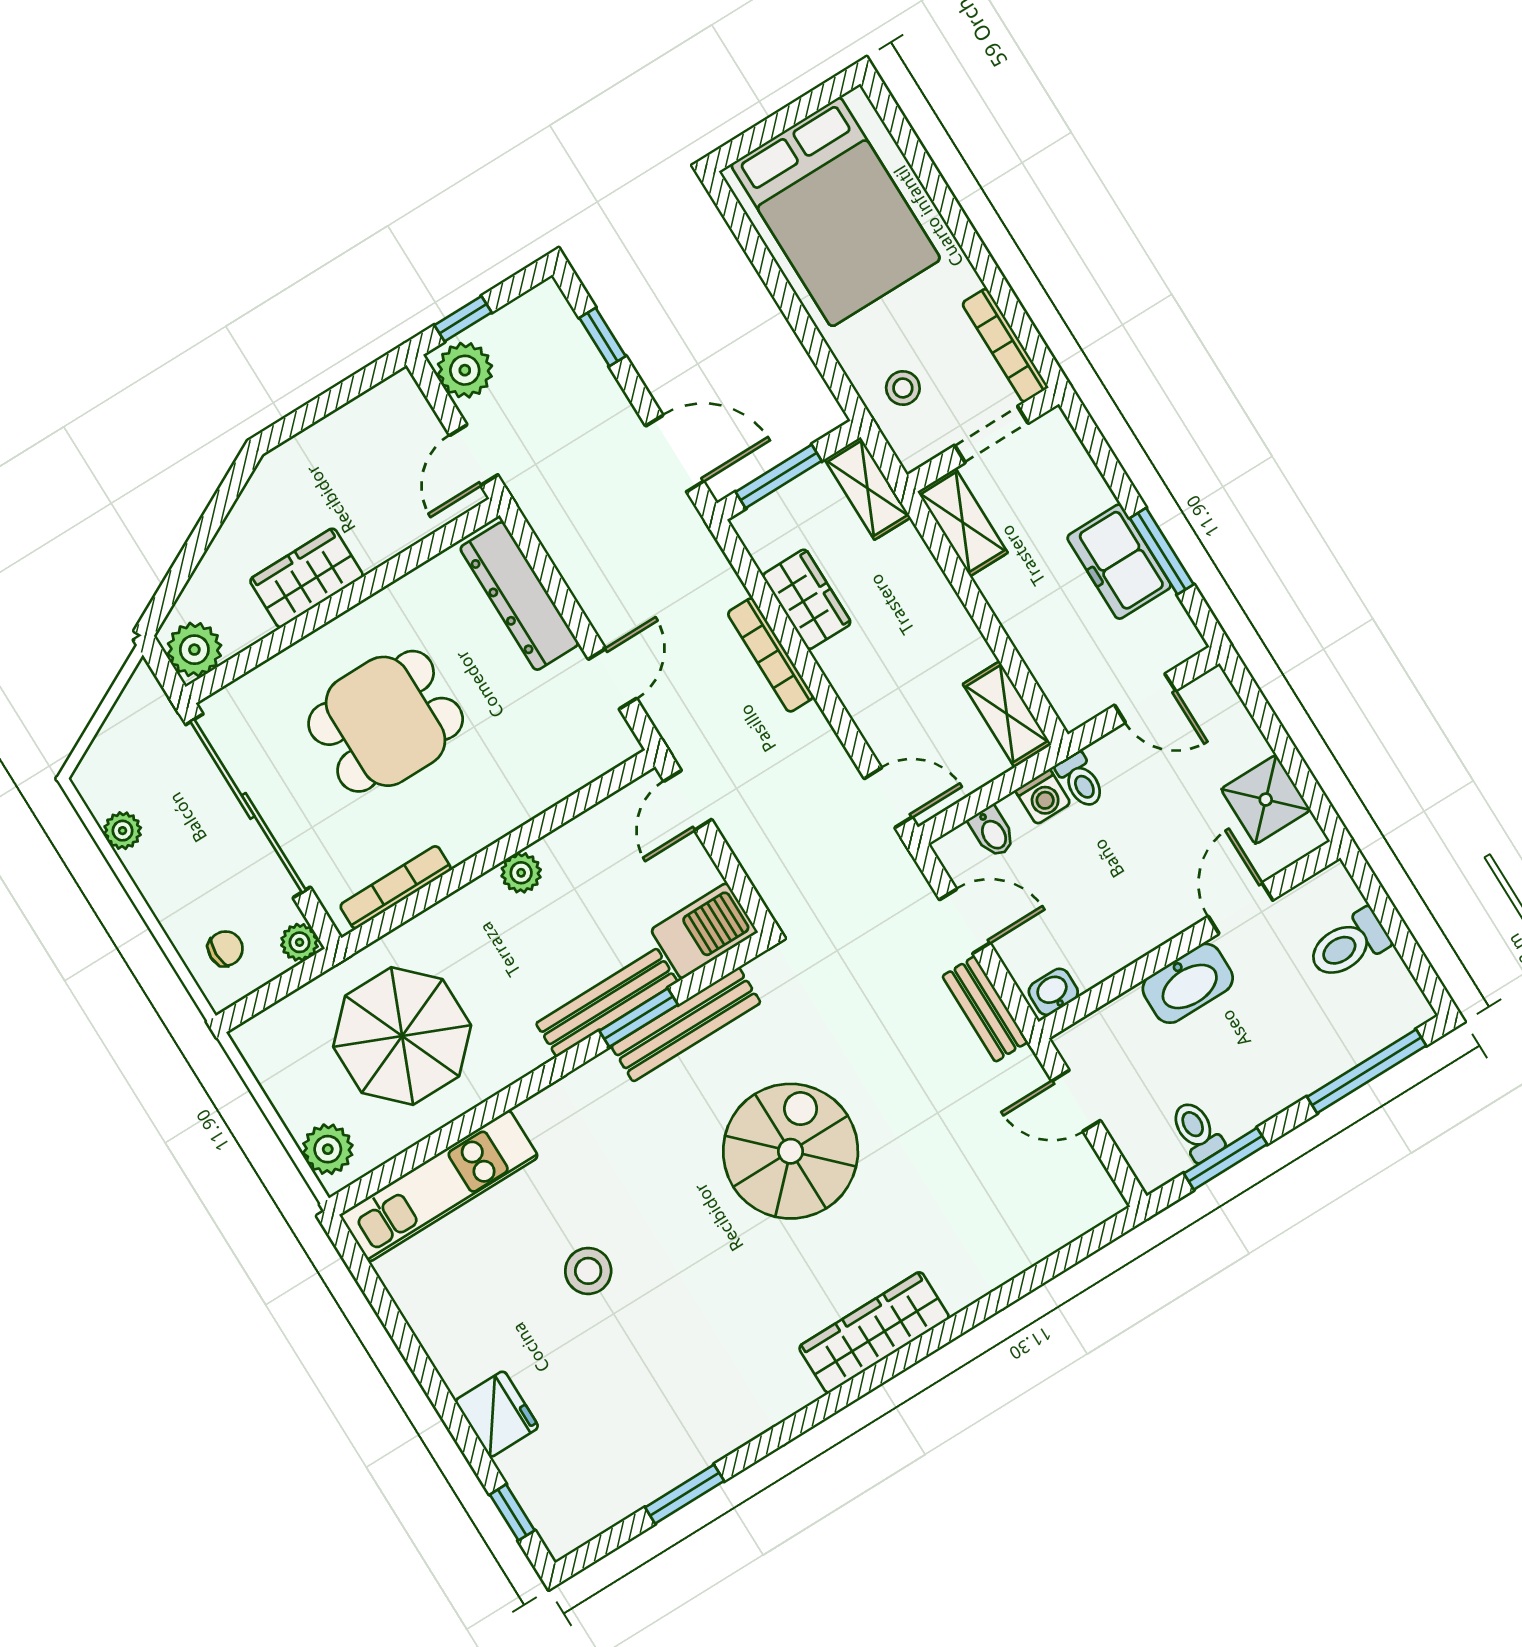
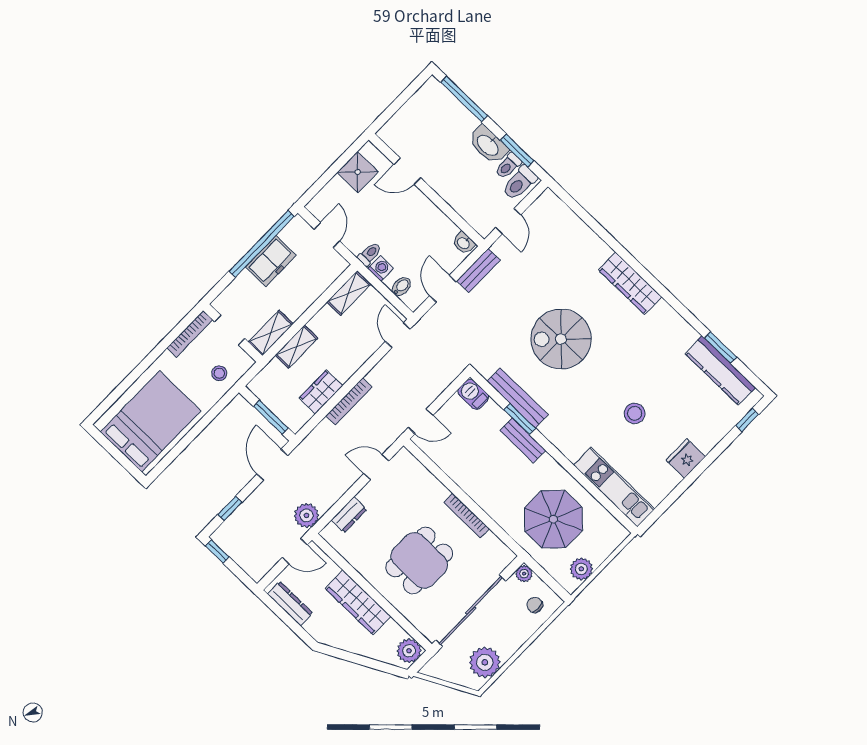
window: (463, 319) -> (217, 552), moved
plant: (465, 370) -> (306, 515), moved
dresser: (362, 416) -> (290, 604), added
shelving: (868, 488) -> (296, 347), moved
window: (1162, 551) -> (262, 244), width x2.11
wardrobe: (306, 578) -> (358, 602), width x1.50
dresser: (519, 596) -> (349, 515), width x0.51, depth x0.80
dining table: (386, 721) -> (419, 560), turned 90
plant: (123, 831) -> (485, 662), width x1.88, depth x1.88
plant: (521, 873) -> (470, 486), removed
bookcase: (396, 887) -> (467, 516), moved
barbecue: (704, 931) -> (473, 394), width x0.73, depth x0.79
toilet: (1349, 945) -> (520, 183), moved, turned 90
washbasin: (1188, 983) -> (488, 145), moved, turned 180
bench: (607, 1003) -> (523, 440), width x0.73
plant: (328, 1149) -> (581, 569), moved
fridge: (497, 1414) -> (686, 458), moved
kitchen counter: (635, 1481) -> (720, 371), added

